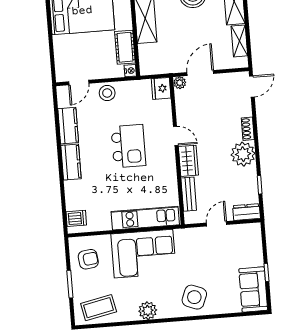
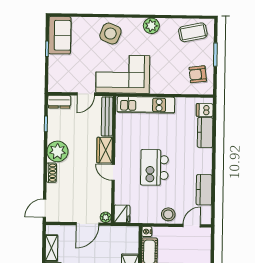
kitchen counter: (71, 162) -> (205, 133), moved
bench: (189, 194) -> (107, 117), width x1.36
corner sofa: (144, 254) -> (123, 74), moved

